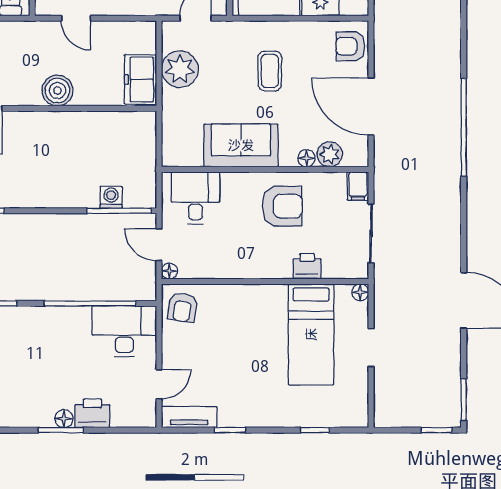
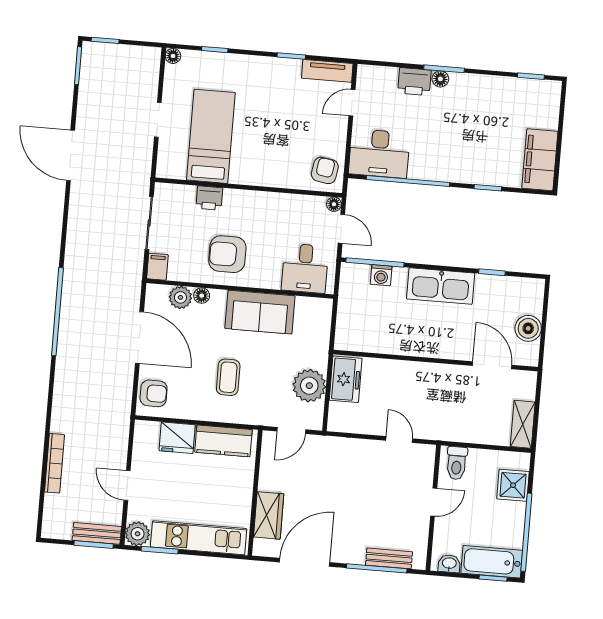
boiler: (57, 91) -> (421, 376), removed
kitchen sink: (45, 191) -> (441, 286), added
floor lamp: (360, 292) -> (173, 56), moved

